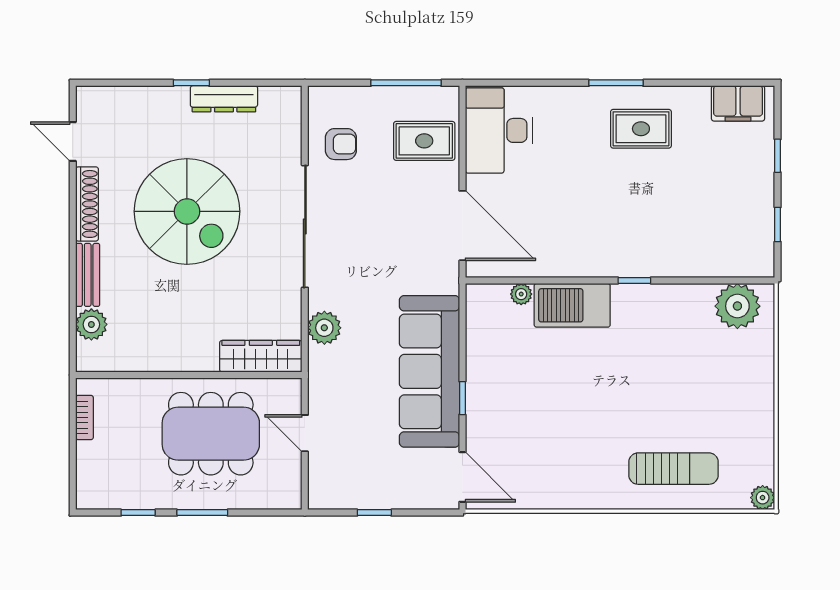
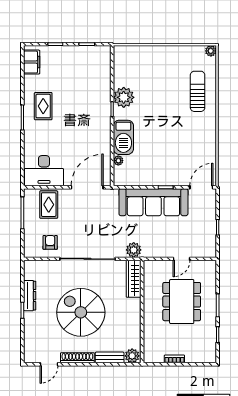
spiral stairs: (187, 211) -> (81, 312), turned -90
plant: (737, 306) -> (124, 97), moved
wardrobe: (261, 356) -> (134, 279), moved
wall: (189, 375) -> (142, 312), moved

